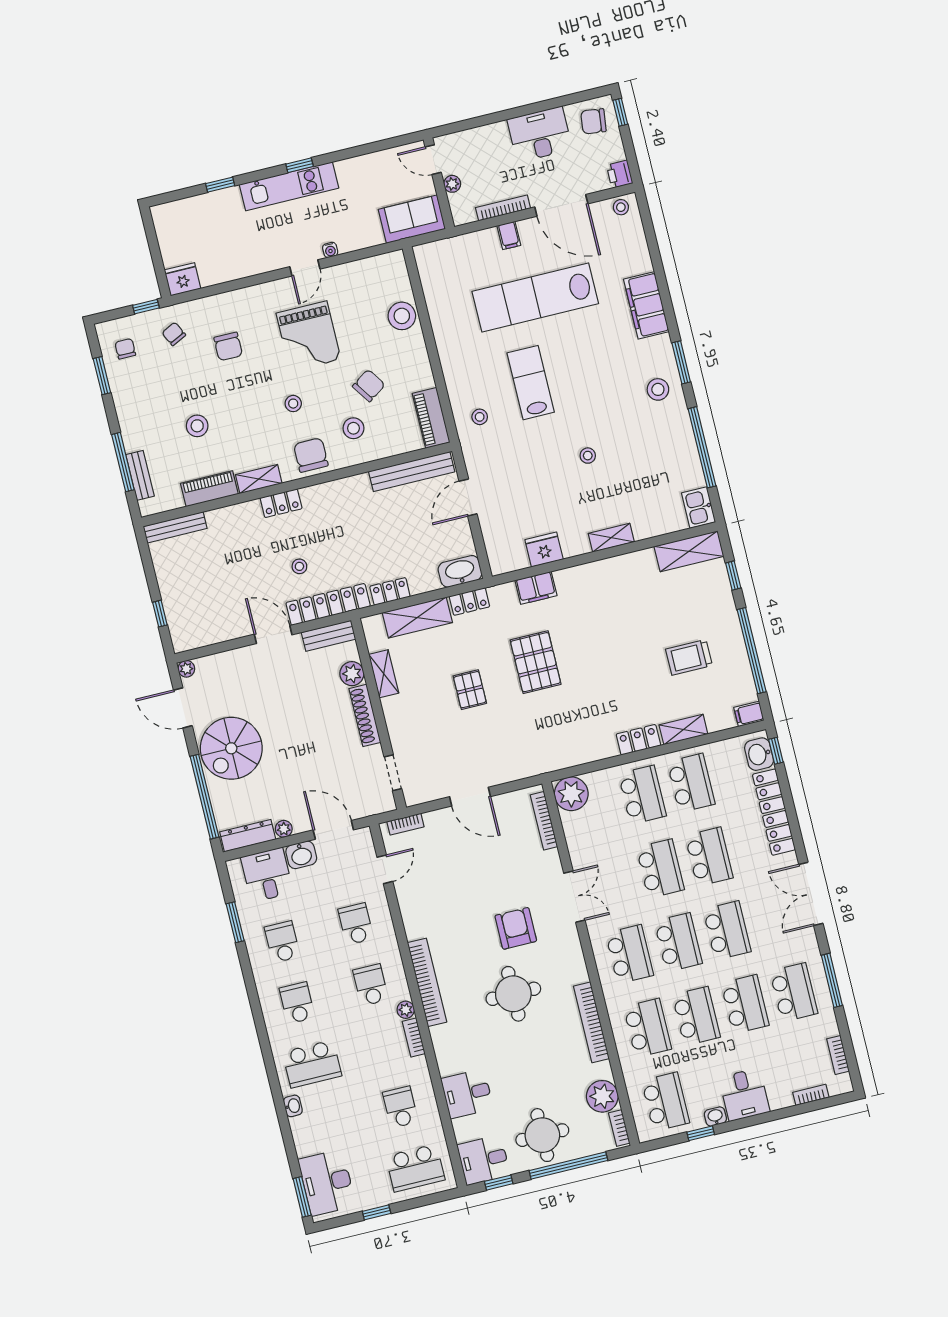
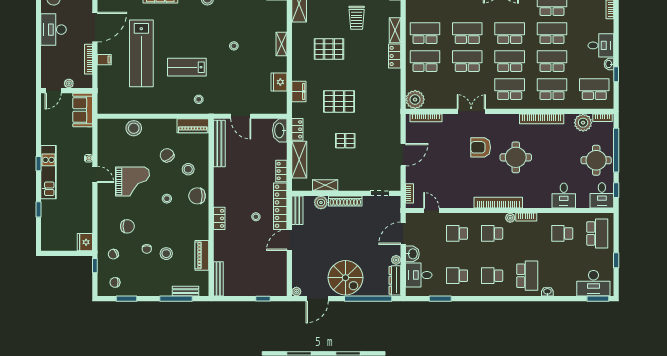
chair: (197, 390) -> (147, 249), added
shelving: (259, 479) -> (203, 227), removed
pallet: (623, 622) -> (329, 49), added

